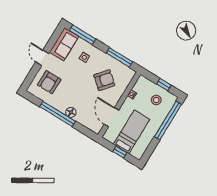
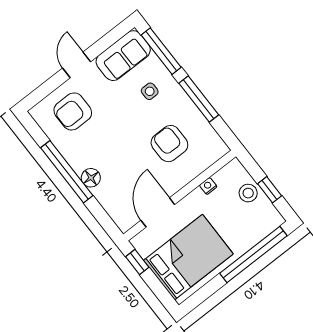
window: (119, 57) -> (199, 99), moved
armchair: (104, 80) -> (169, 144), turned -130
stool: (156, 100) -> (248, 193), moved
bed: (132, 132) -> (188, 257), width x1.50
window: (120, 152) -> (137, 262), moved

